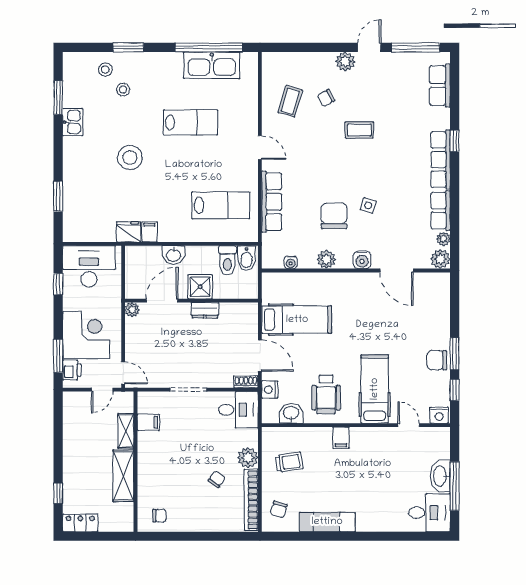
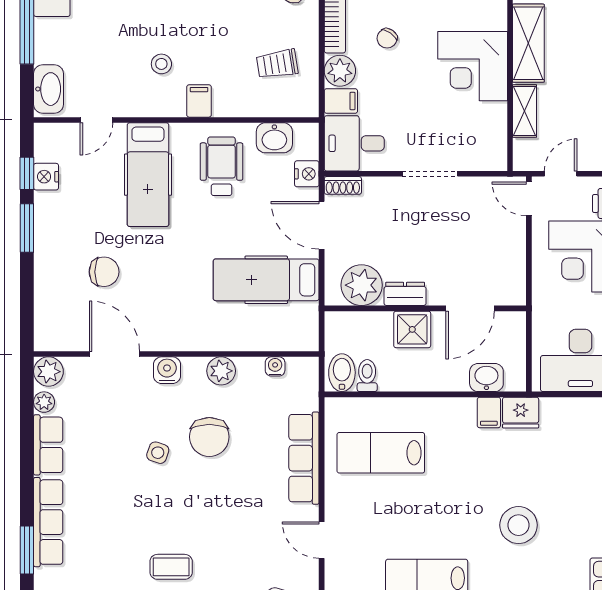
window: (455, 141) -> (27, 550), width x1.50
washbasin: (173, 255) -> (486, 378), moved
toilet: (227, 260) -> (367, 376), width x0.73, depth x0.72
plant: (132, 310) -> (362, 285), moved, width x1.87, depth x1.87
chair: (437, 360) -> (104, 272), moved
nightstand: (439, 415) -> (46, 177), moved, turned -90
filing cabinet: (148, 422) -> (341, 101), moved, turned 180
door: (409, 425) -> (96, 120), hinge flipped
corner desk: (160, 461) -> (473, 66), added
stool: (366, 462) -> (161, 64), added
washbasin: (440, 476) -> (49, 89), moved

